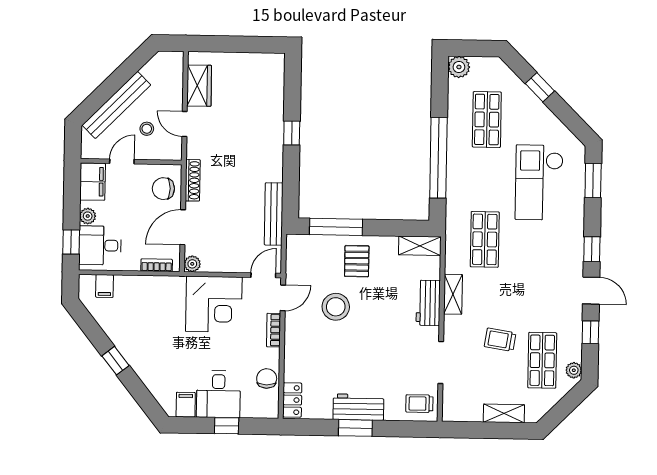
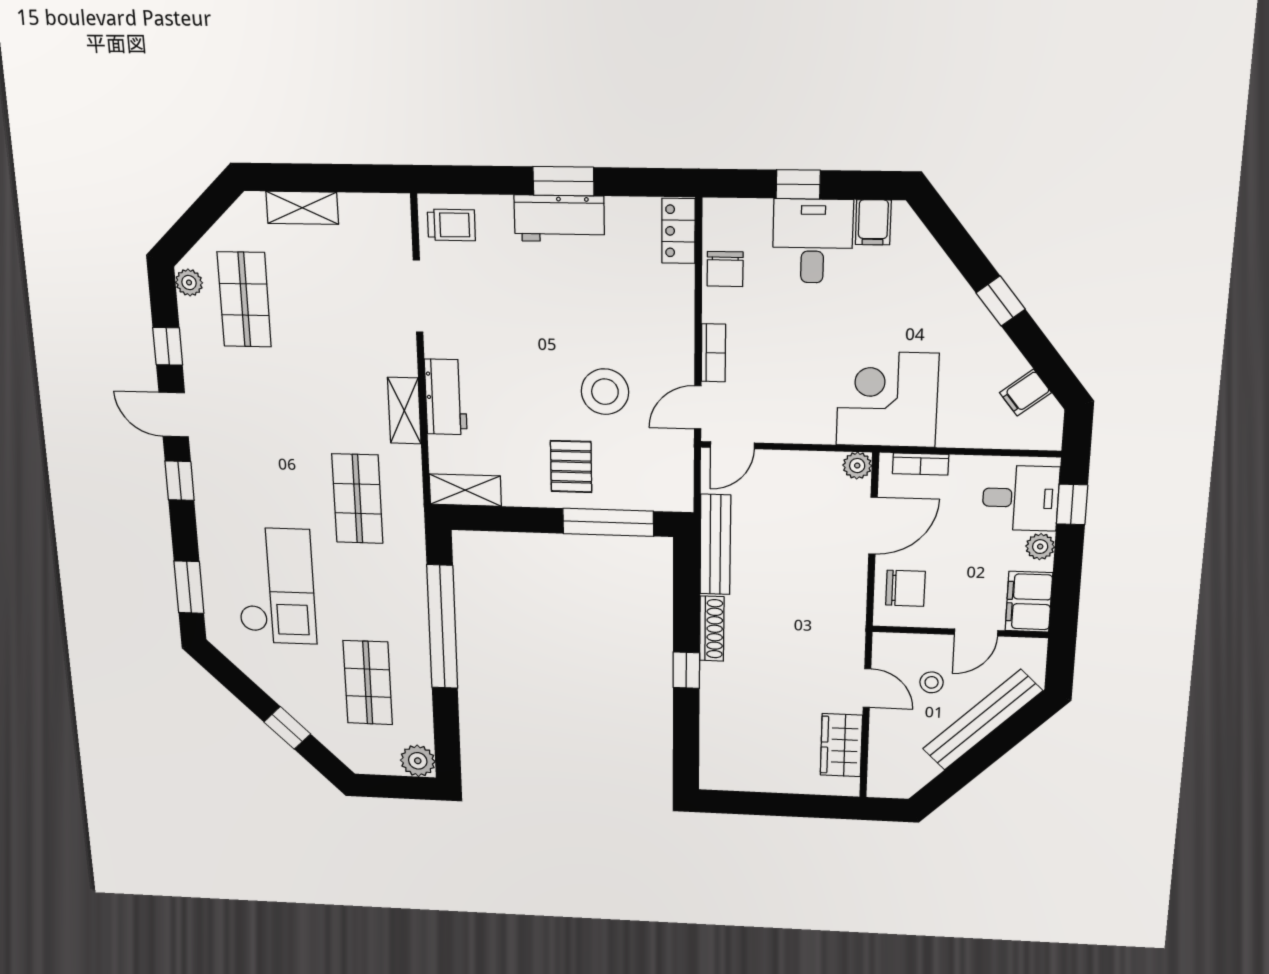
shoe rack: (193, 180) -> (712, 629), moved, turned 180
filing cabinet: (105, 286) -> (1025, 393), moved, turned -128
corner desk: (214, 304) -> (887, 399), moved
trolley: (500, 340) -> (319, 335), removed

